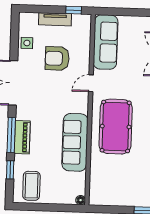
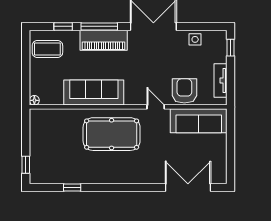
window: (74, 10) -> (231, 48), moved
tv unit: (55, 19) -> (221, 80), moved
armchair: (57, 58) -> (184, 91), moved
piano: (22, 137) -> (104, 40), width x1.37, depth x1.33

